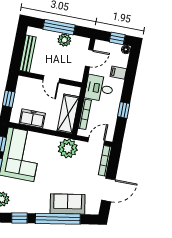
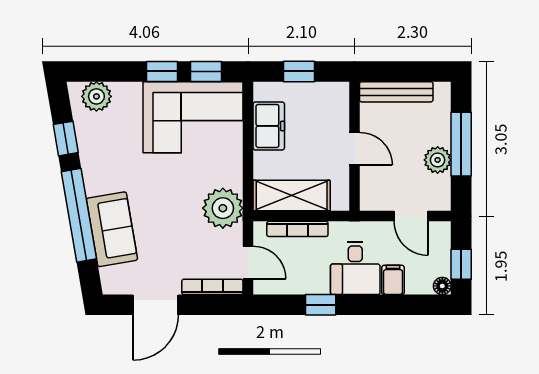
door: (51, 79) -> (355, 149), swing flipped
desk: (99, 88) -> (355, 268), moved, turned 180
door: (108, 190) -> (156, 305), hinge flipped

